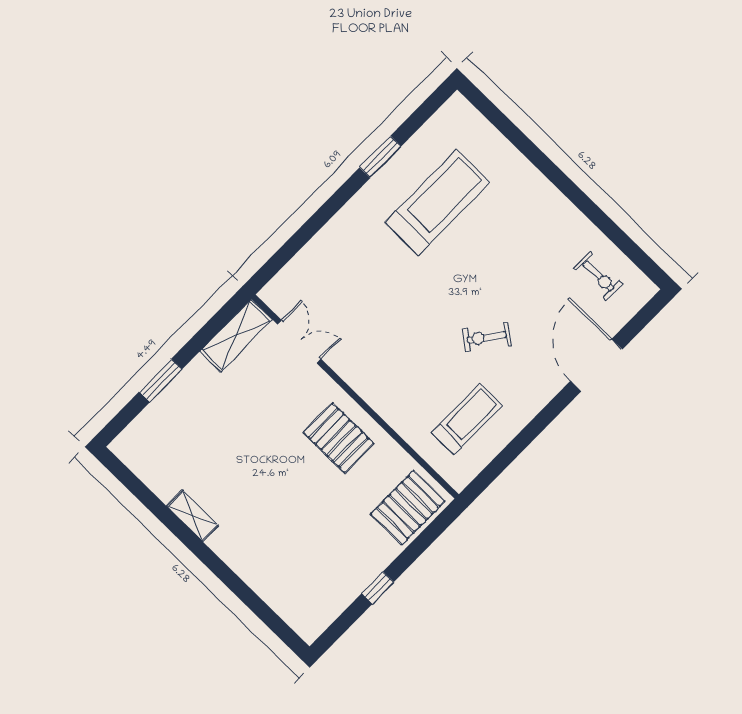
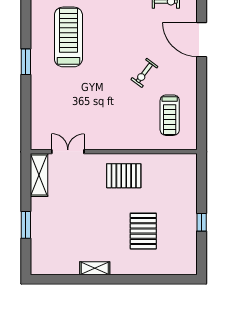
window: (380, 157) -> (26, 62), moved
treadmill: (467, 419) -> (170, 115), turned 180
pallet: (408, 507) -> (143, 231), moved

